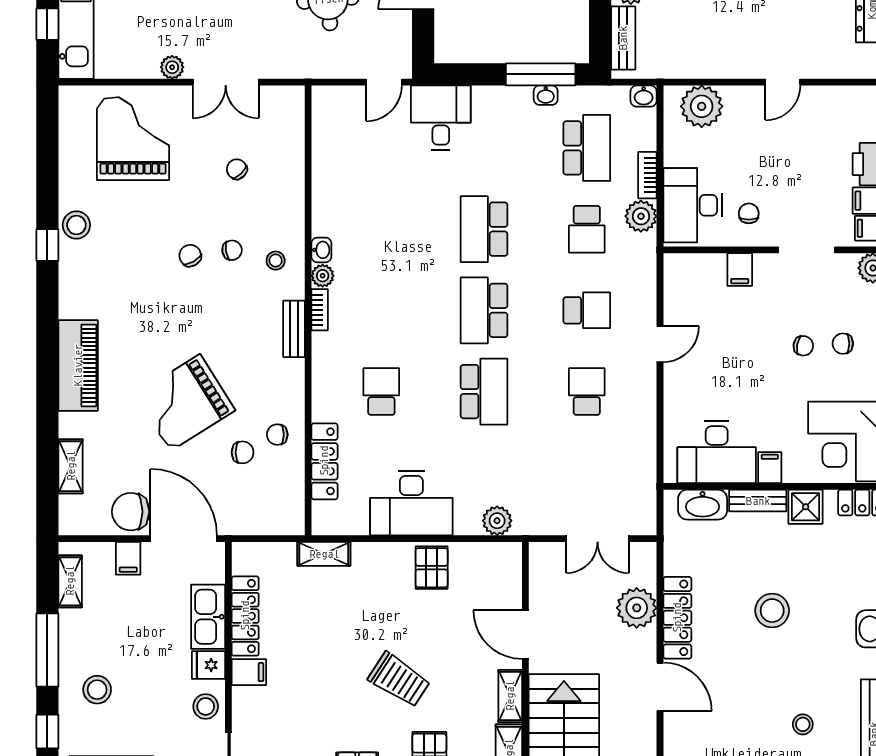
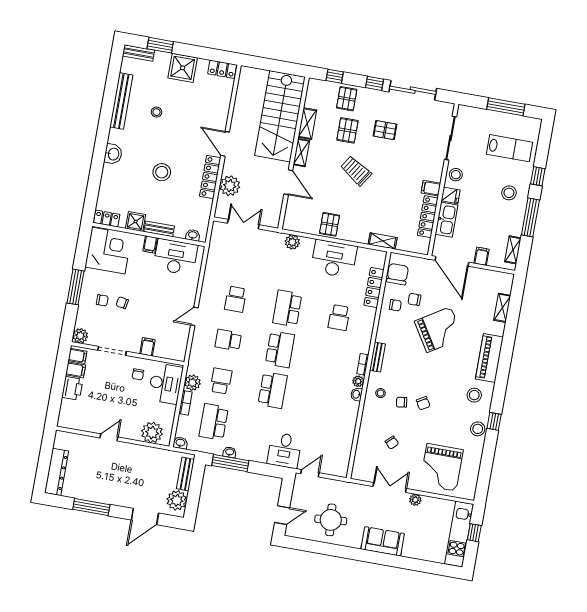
stool: (95, 289) -> (474, 395), added
washbasin: (703, 505) -> (193, 235), width x0.52, depth x0.69
chair: (131, 512) -> (398, 274), moved, turned -90

